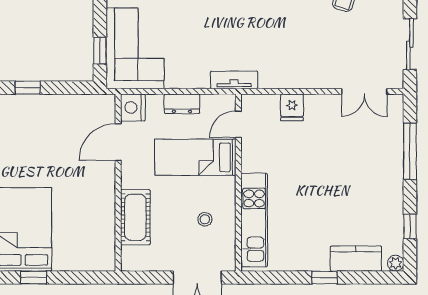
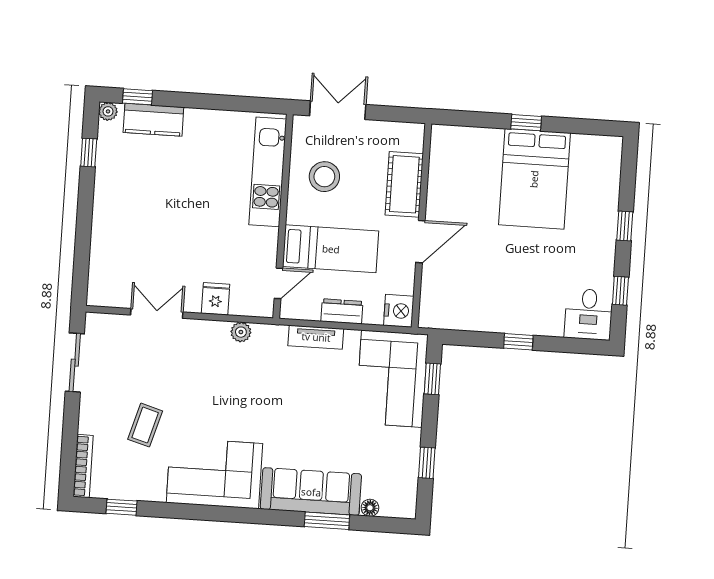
tv unit: (234, 80) -> (316, 337), moved
plant: (268, 80) -> (241, 332), added
double door: (364, 91) -> (157, 313), moved
door: (118, 142) -> (420, 242), moved
window: (410, 151) -> (83, 239), removed
stool: (205, 219) -> (324, 177), width x1.89, depth x1.89
window: (325, 278) -> (137, 97), moved

